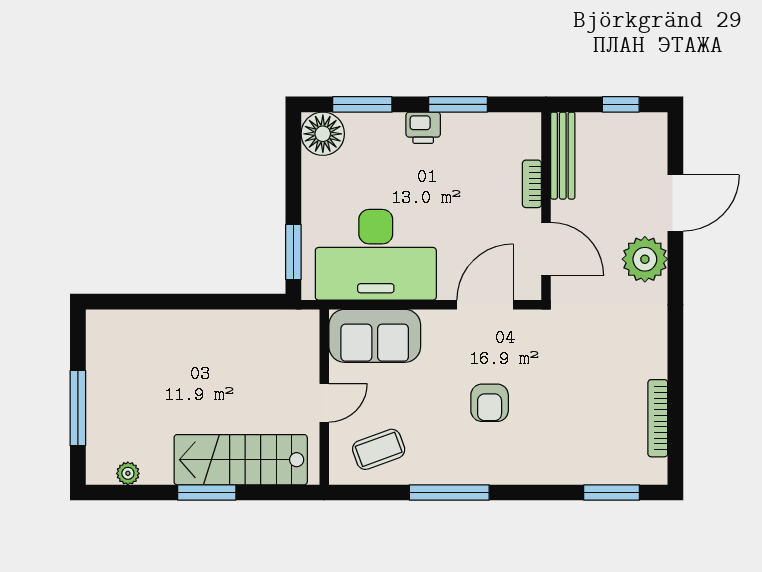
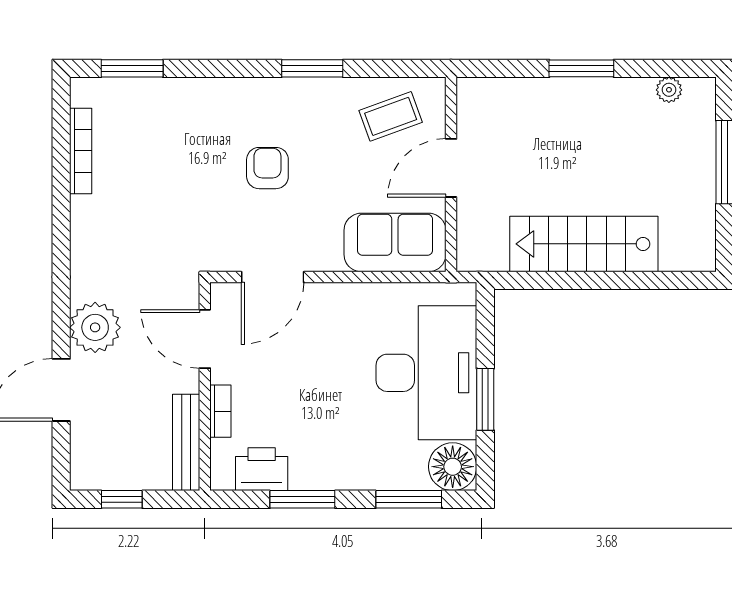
printer: (423, 128) -> (262, 469), moved, width x1.36, depth x1.24
window: (293, 252) -> (485, 399), moved
desk: (376, 255) -> (426, 373), moved, turned 90
door: (324, 403) -> (451, 168), width x1.38
stairs: (241, 460) -> (584, 244), moved, turned 180
window: (449, 493) -> (312, 68), width x0.69

